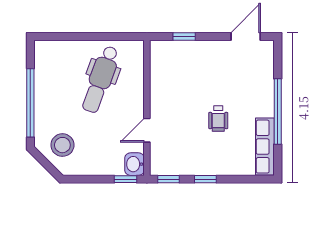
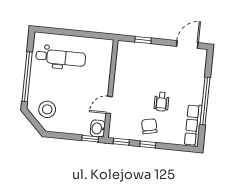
dental chair: (100, 79) -> (61, 58), moved, turned -110
chair: (205, 154) -> (149, 126), added

